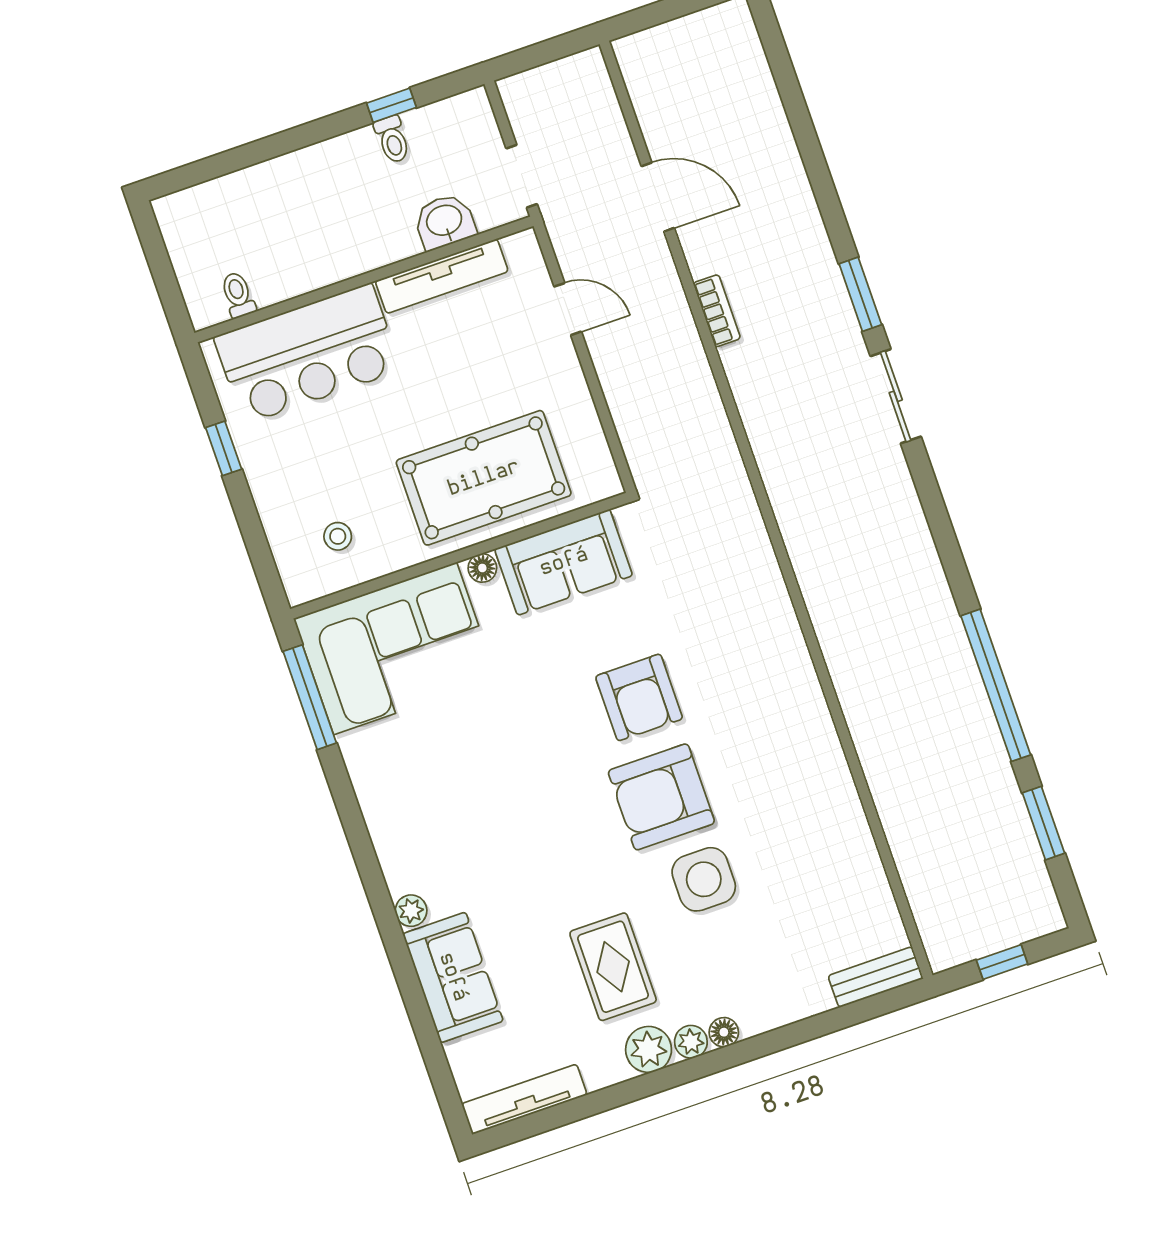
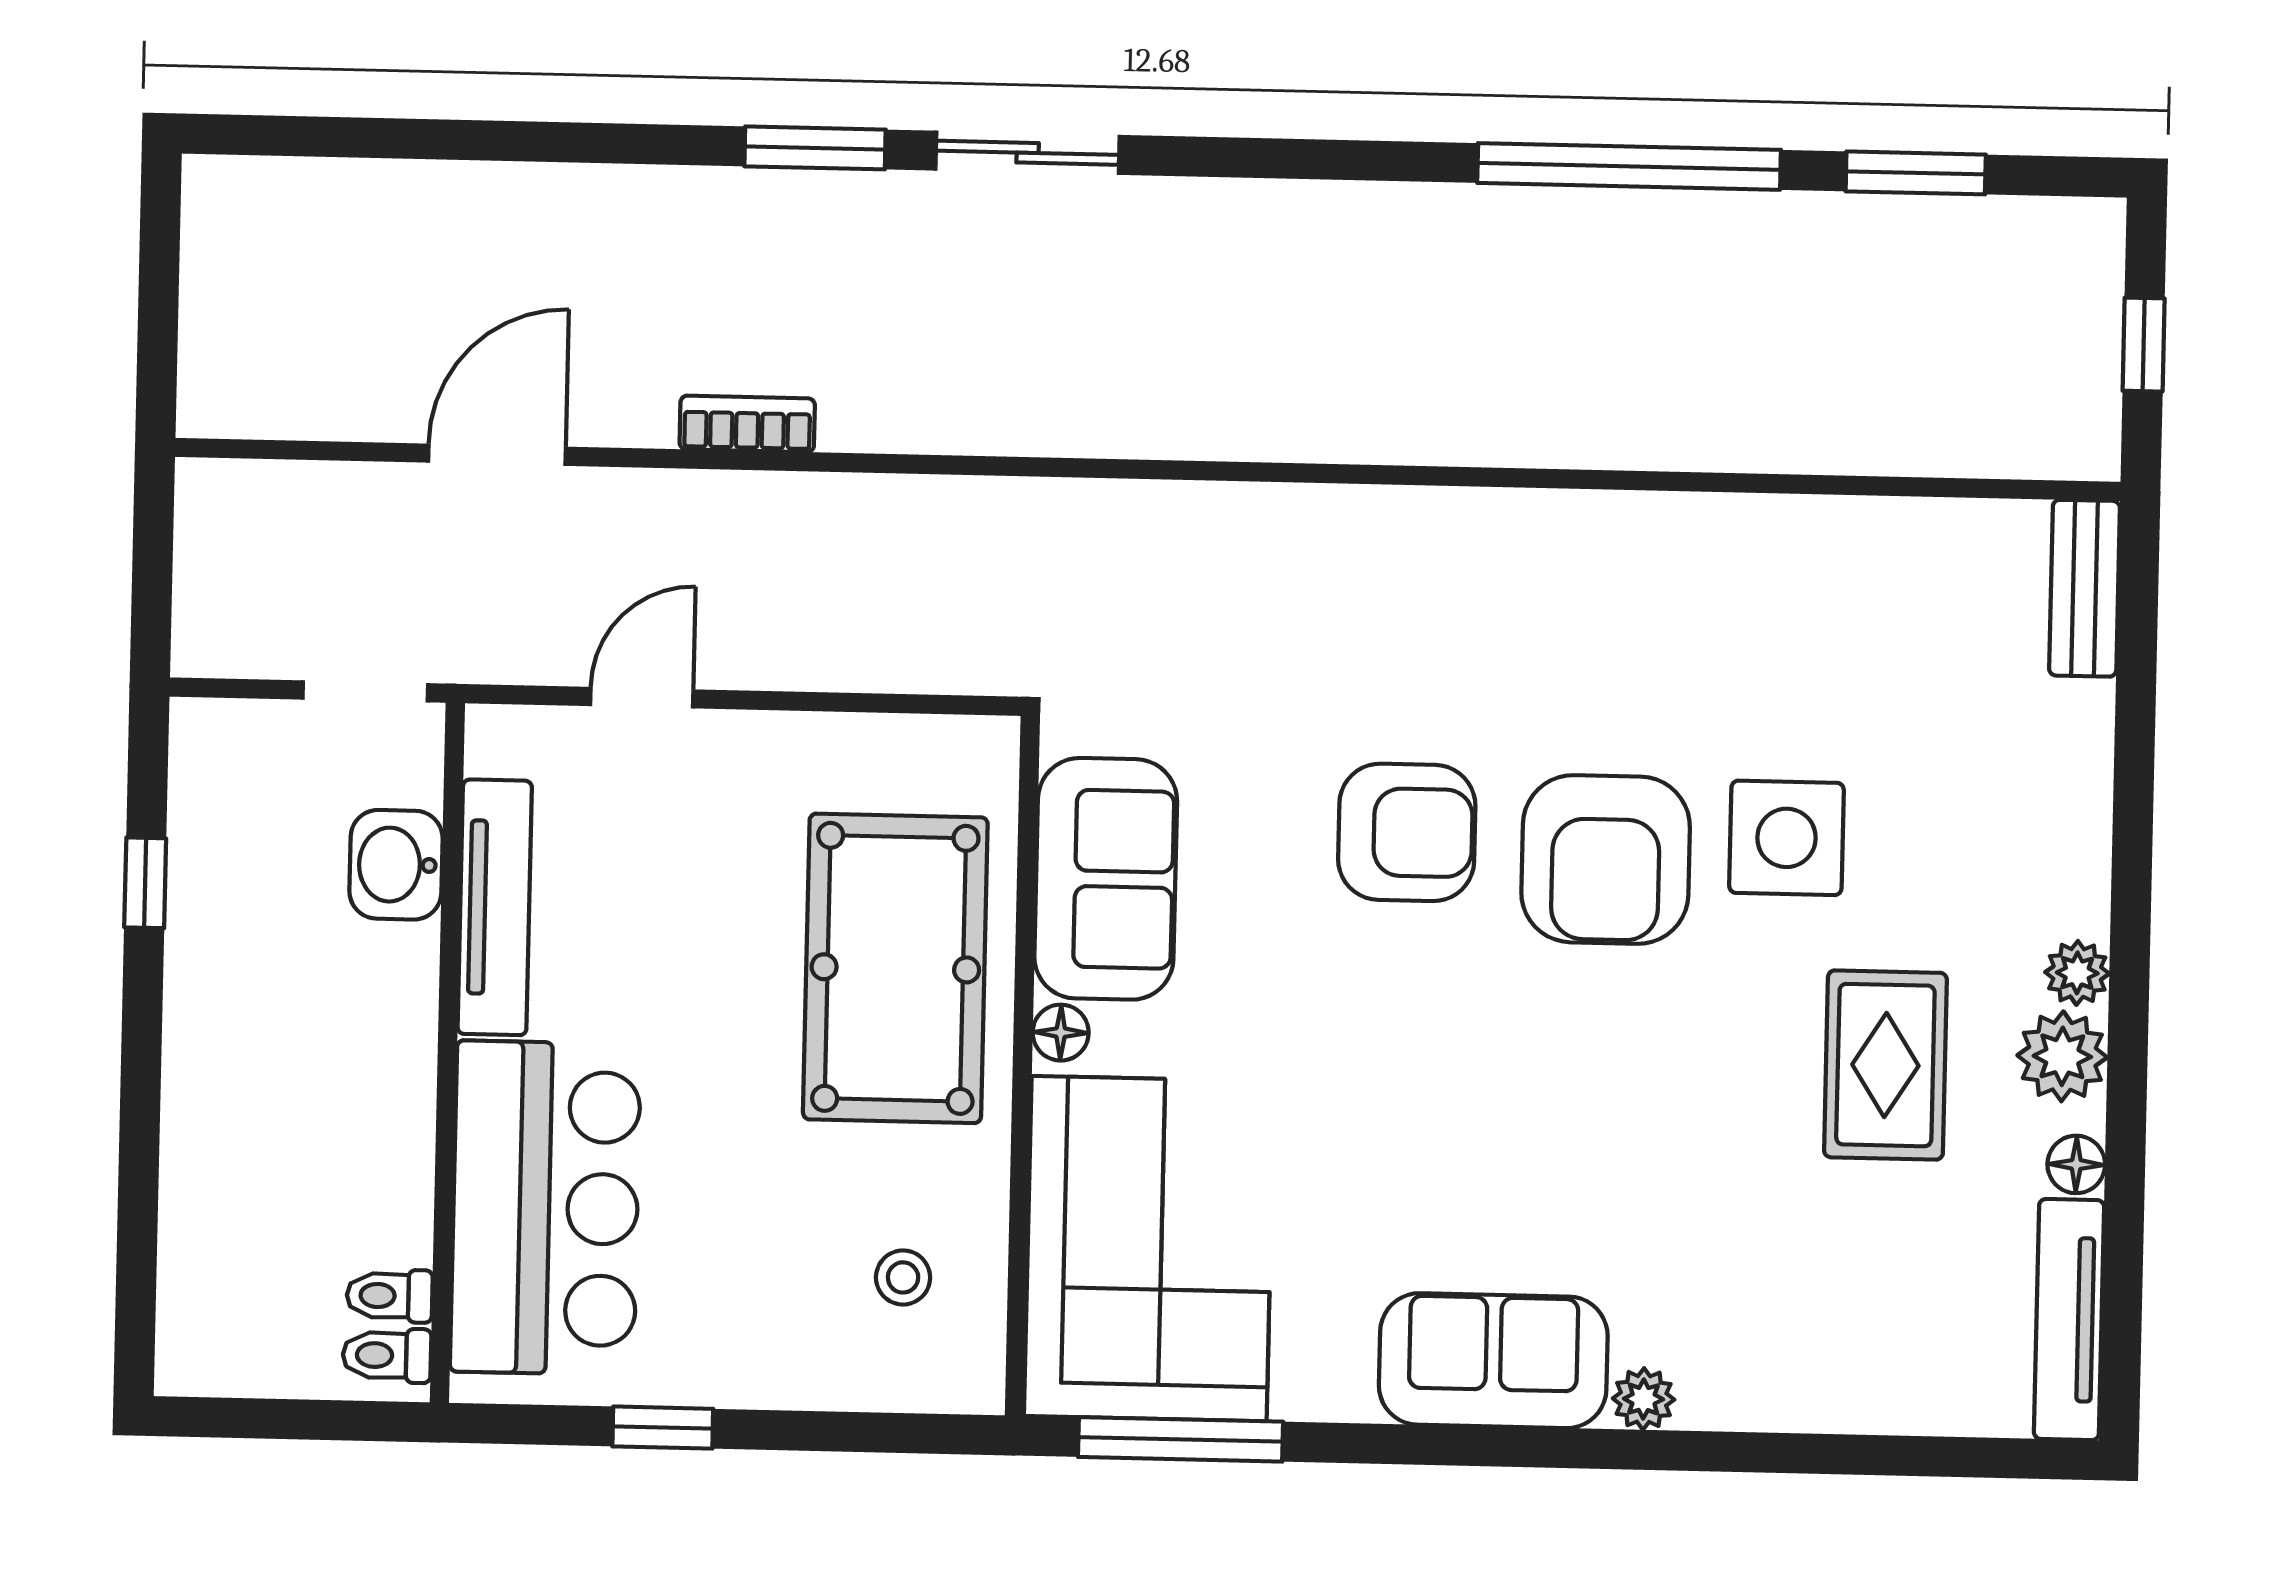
toilet: (392, 139) -> (387, 1355), moved, turned 180
rug: (613, 967) -> (1885, 1065), turned 90
sofa: (453, 977) -> (1493, 1361), moved
floor lamp: (724, 1032) -> (2076, 1164), moved

